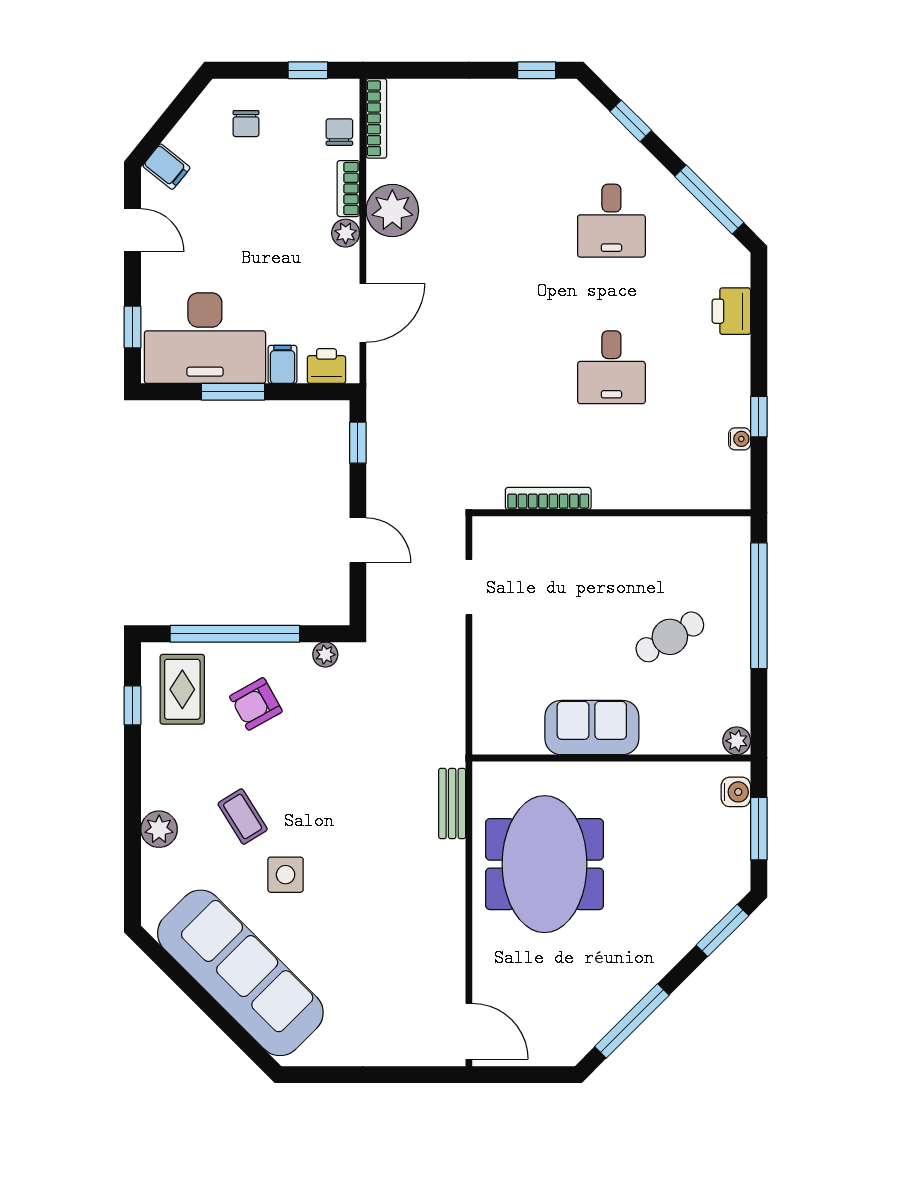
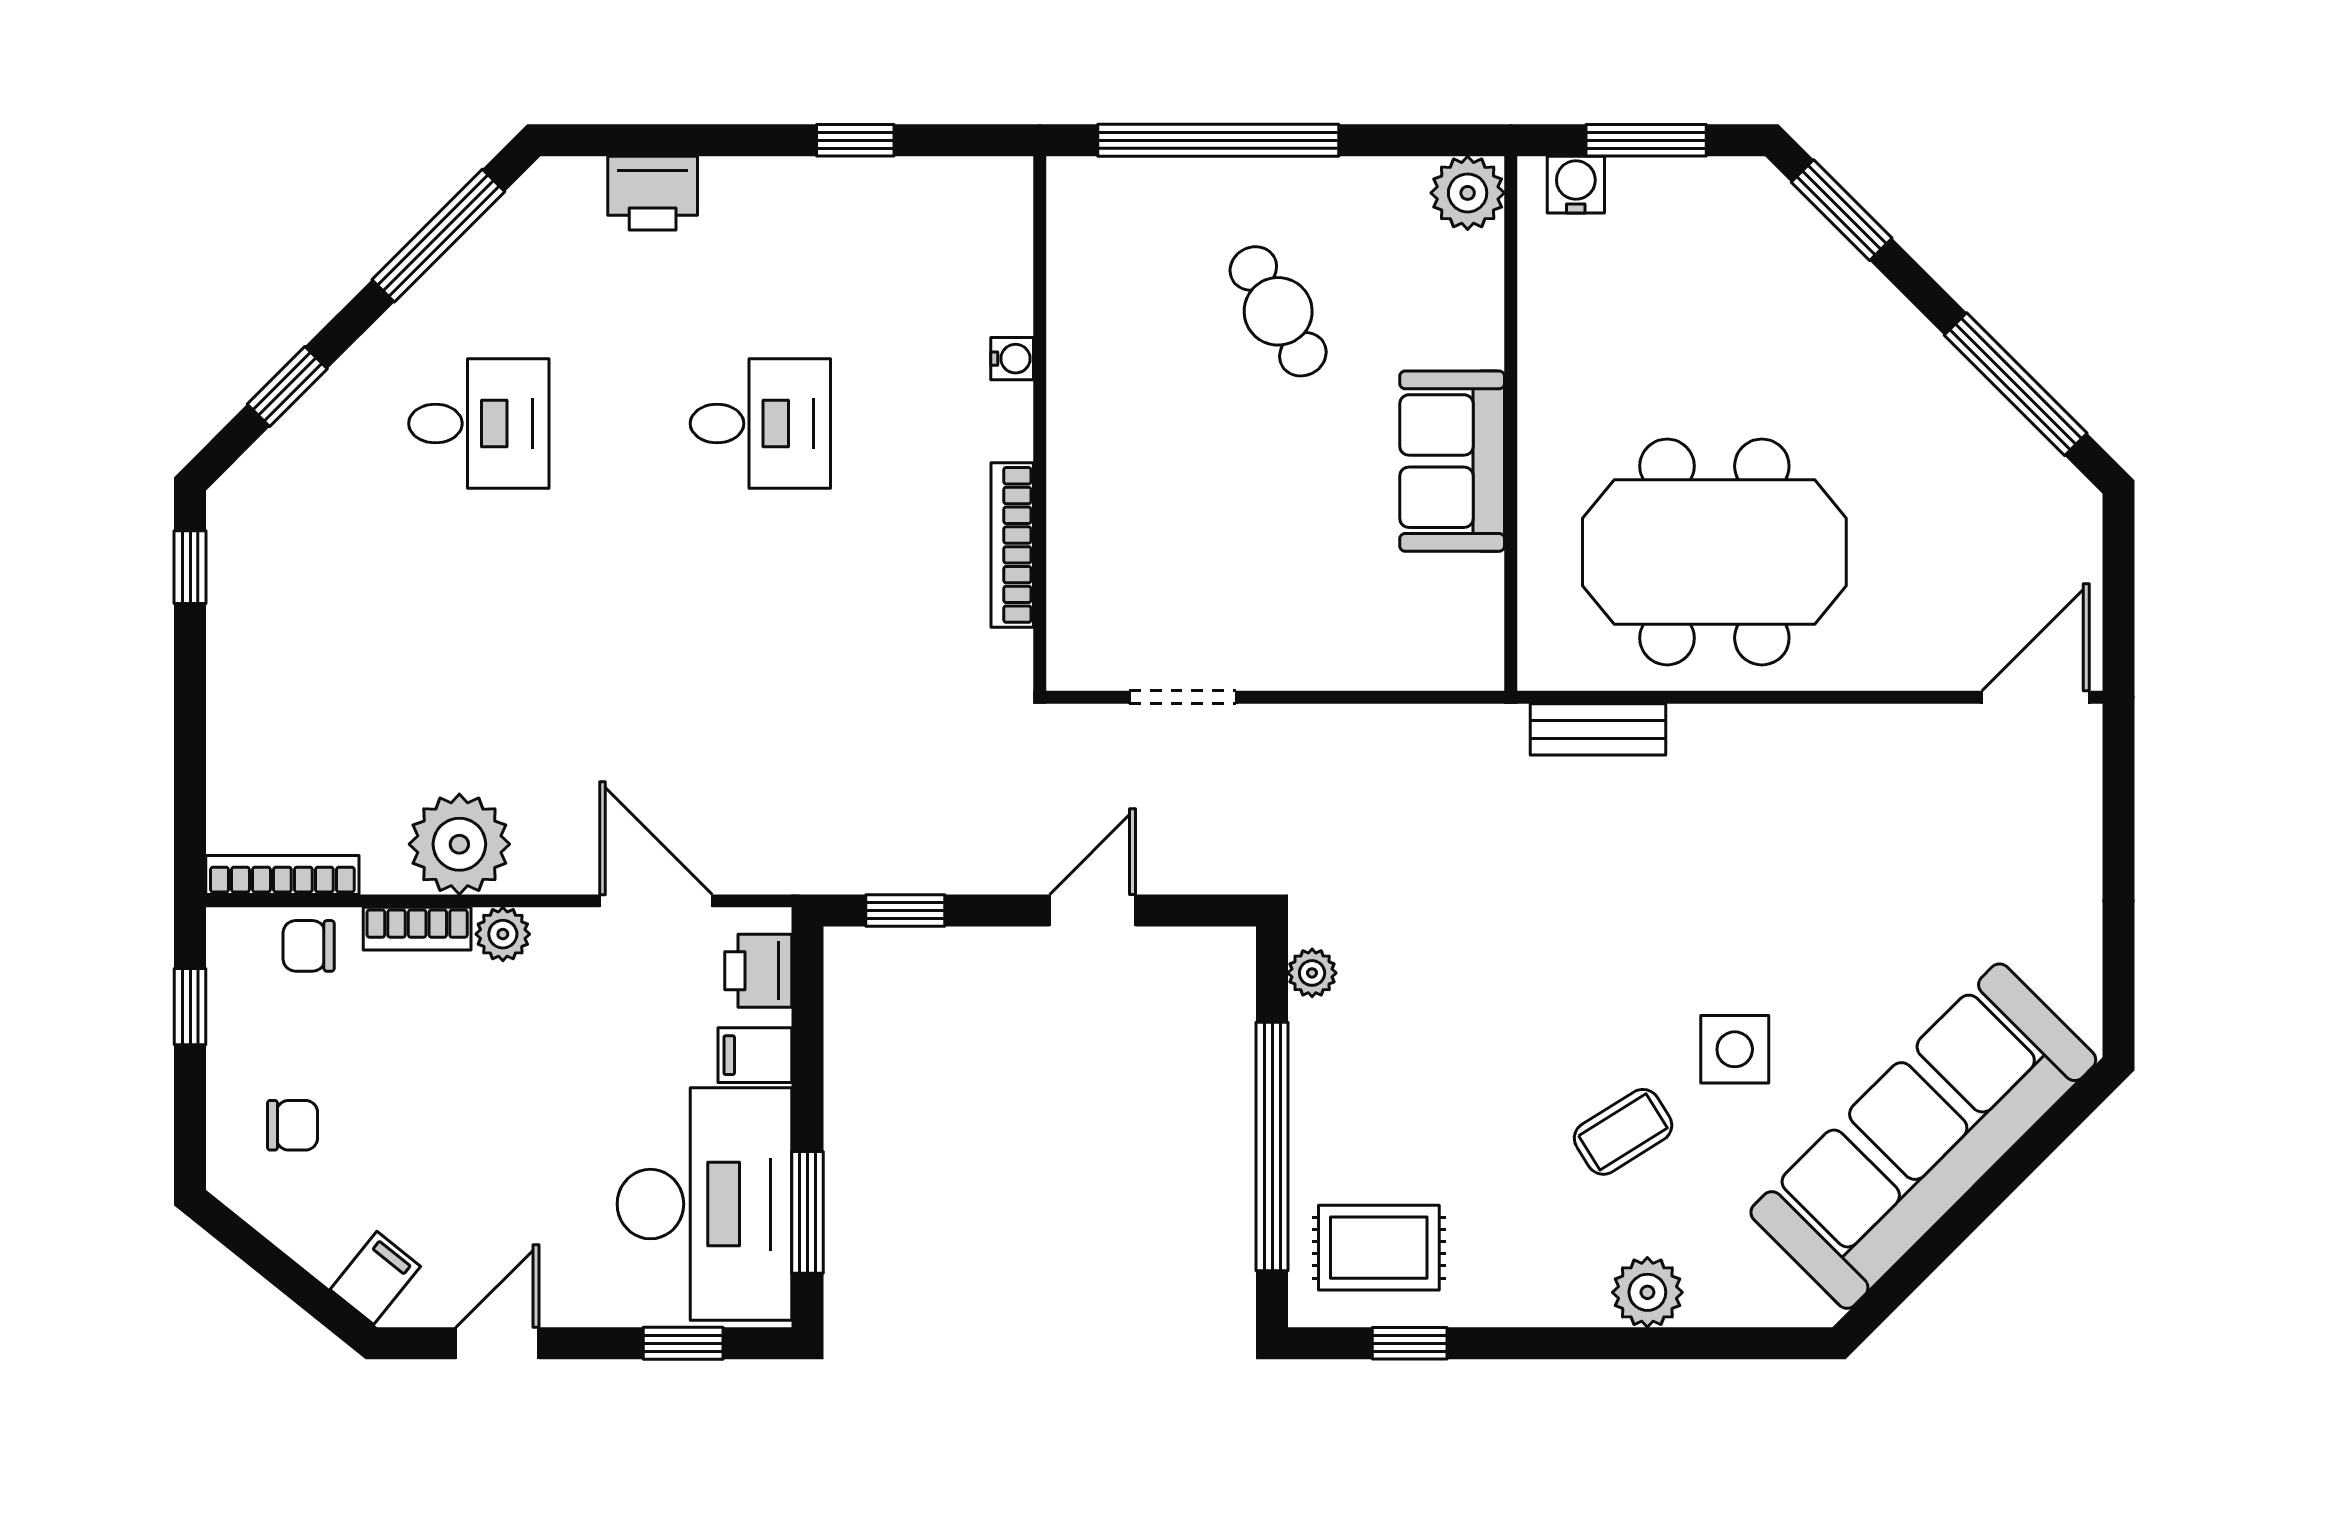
window: (233, 392) -> (807, 1212), moved
water cooler: (740, 439) -> (1012, 359), moved, turned 90
armchair: (256, 704) -> (1407, 1106), removed
plant: (737, 741) -> (1468, 193), width x1.38, depth x1.38

